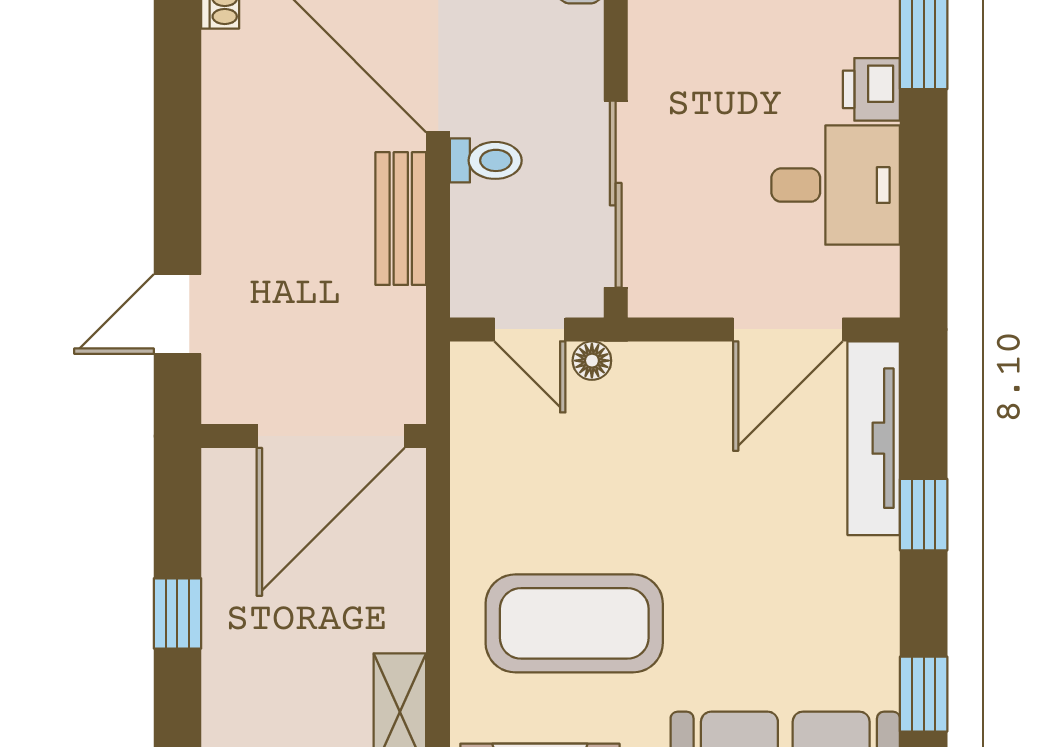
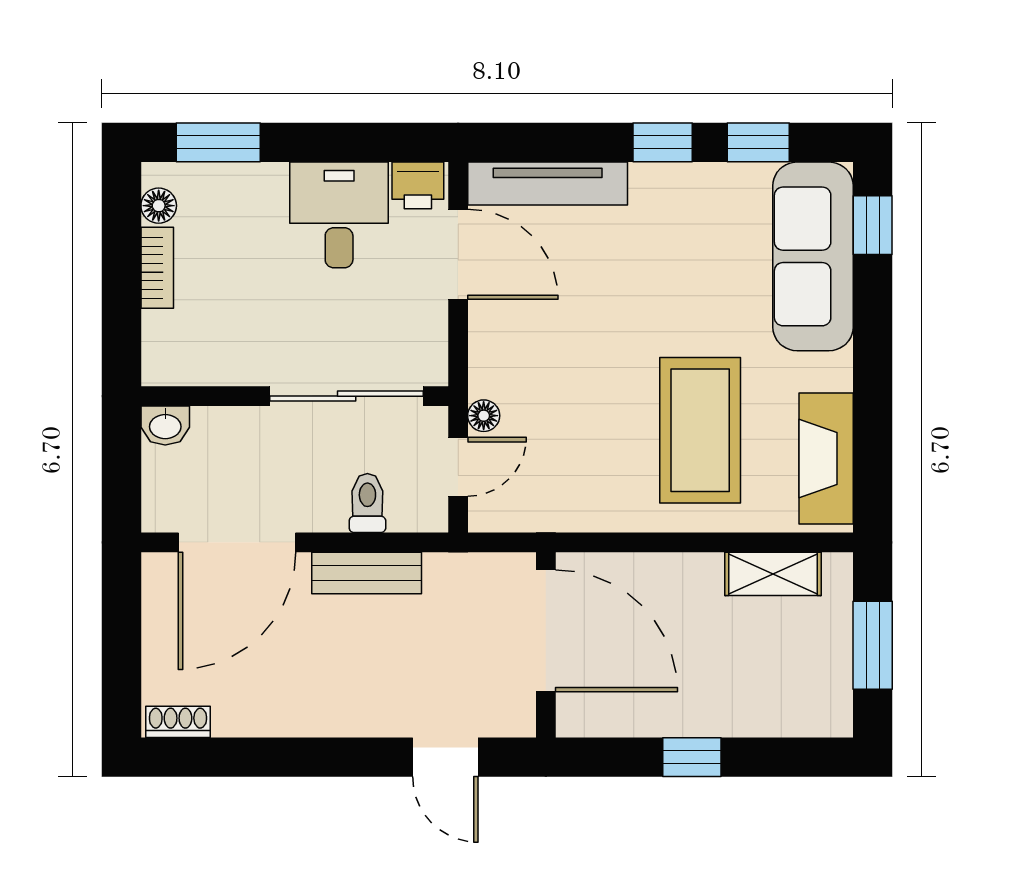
printer: (871, 89) -> (418, 185), moved
toilet: (486, 160) -> (367, 503), moved
window: (924, 515) -> (663, 142), moved

